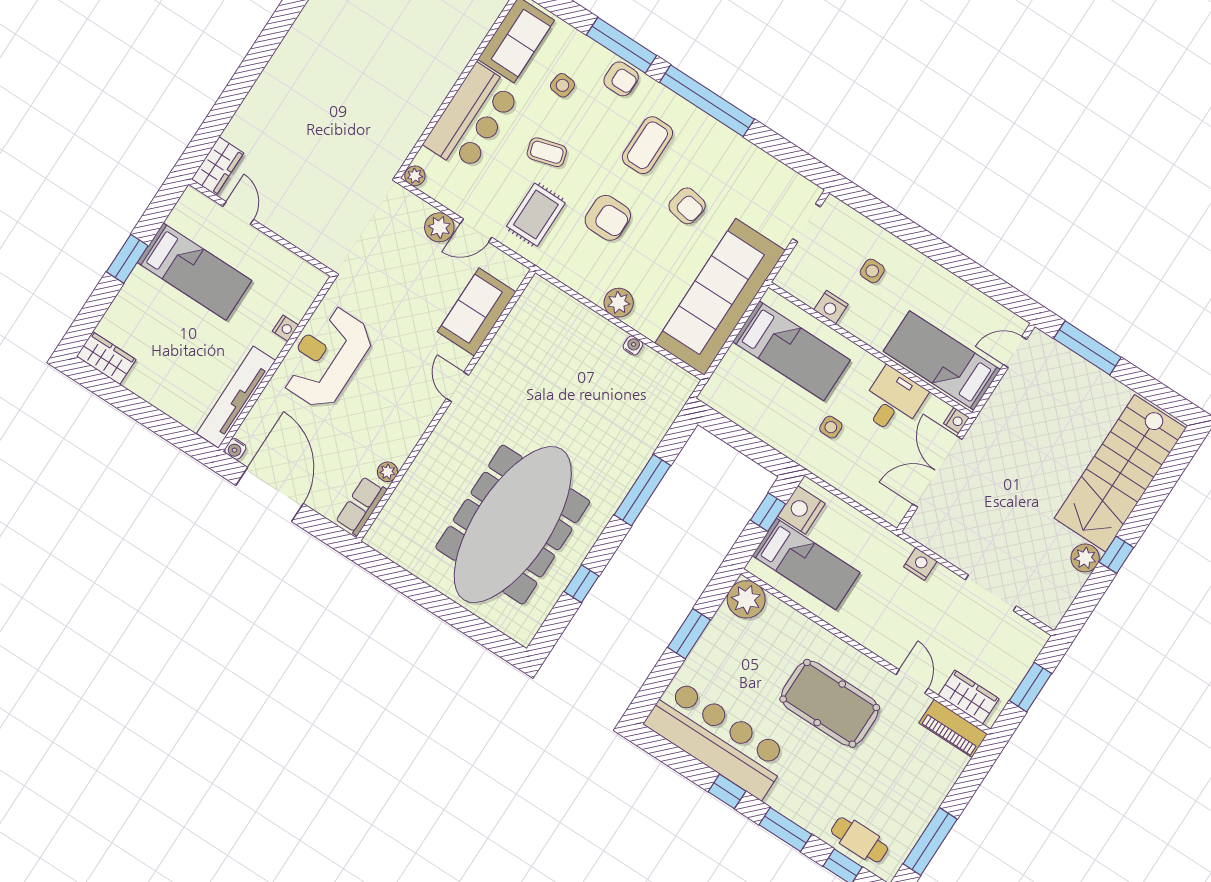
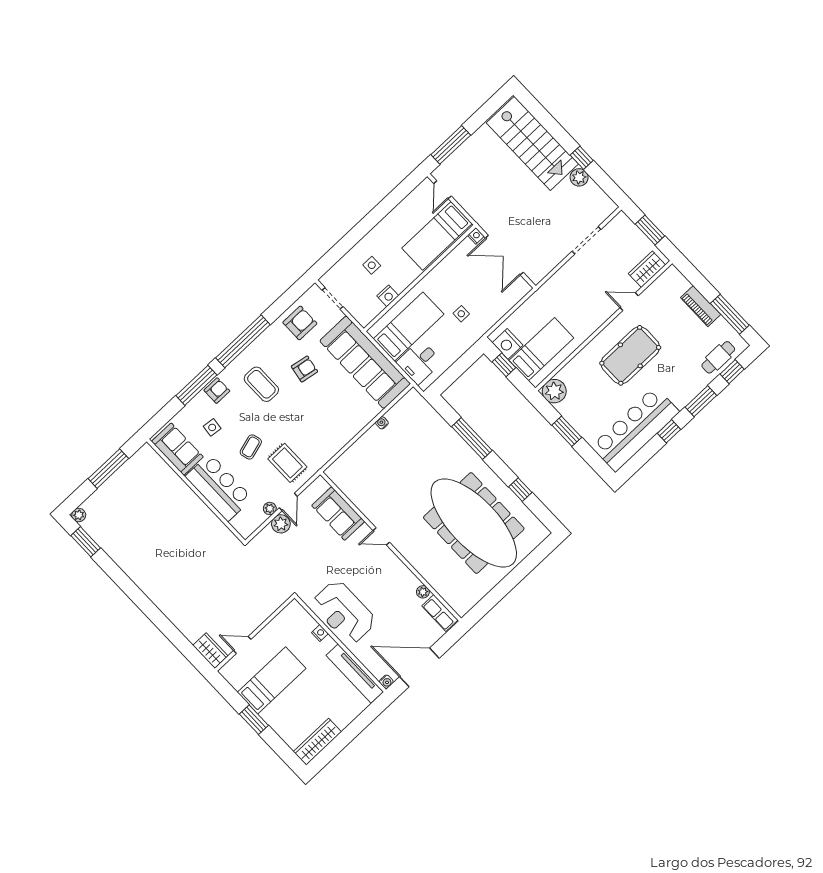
plant: (415, 176) -> (270, 508), moved
armchair: (608, 218) -> (300, 323), moved
plant: (619, 303) -> (354, 425), removed
wardrobe: (106, 358) -> (317, 742), width x1.50
desk: (893, 401) -> (419, 362), moved, turned -90
nightstand: (920, 564) -> (558, 279), removed
piano: (953, 728) -> (701, 306), moved, turned 90

